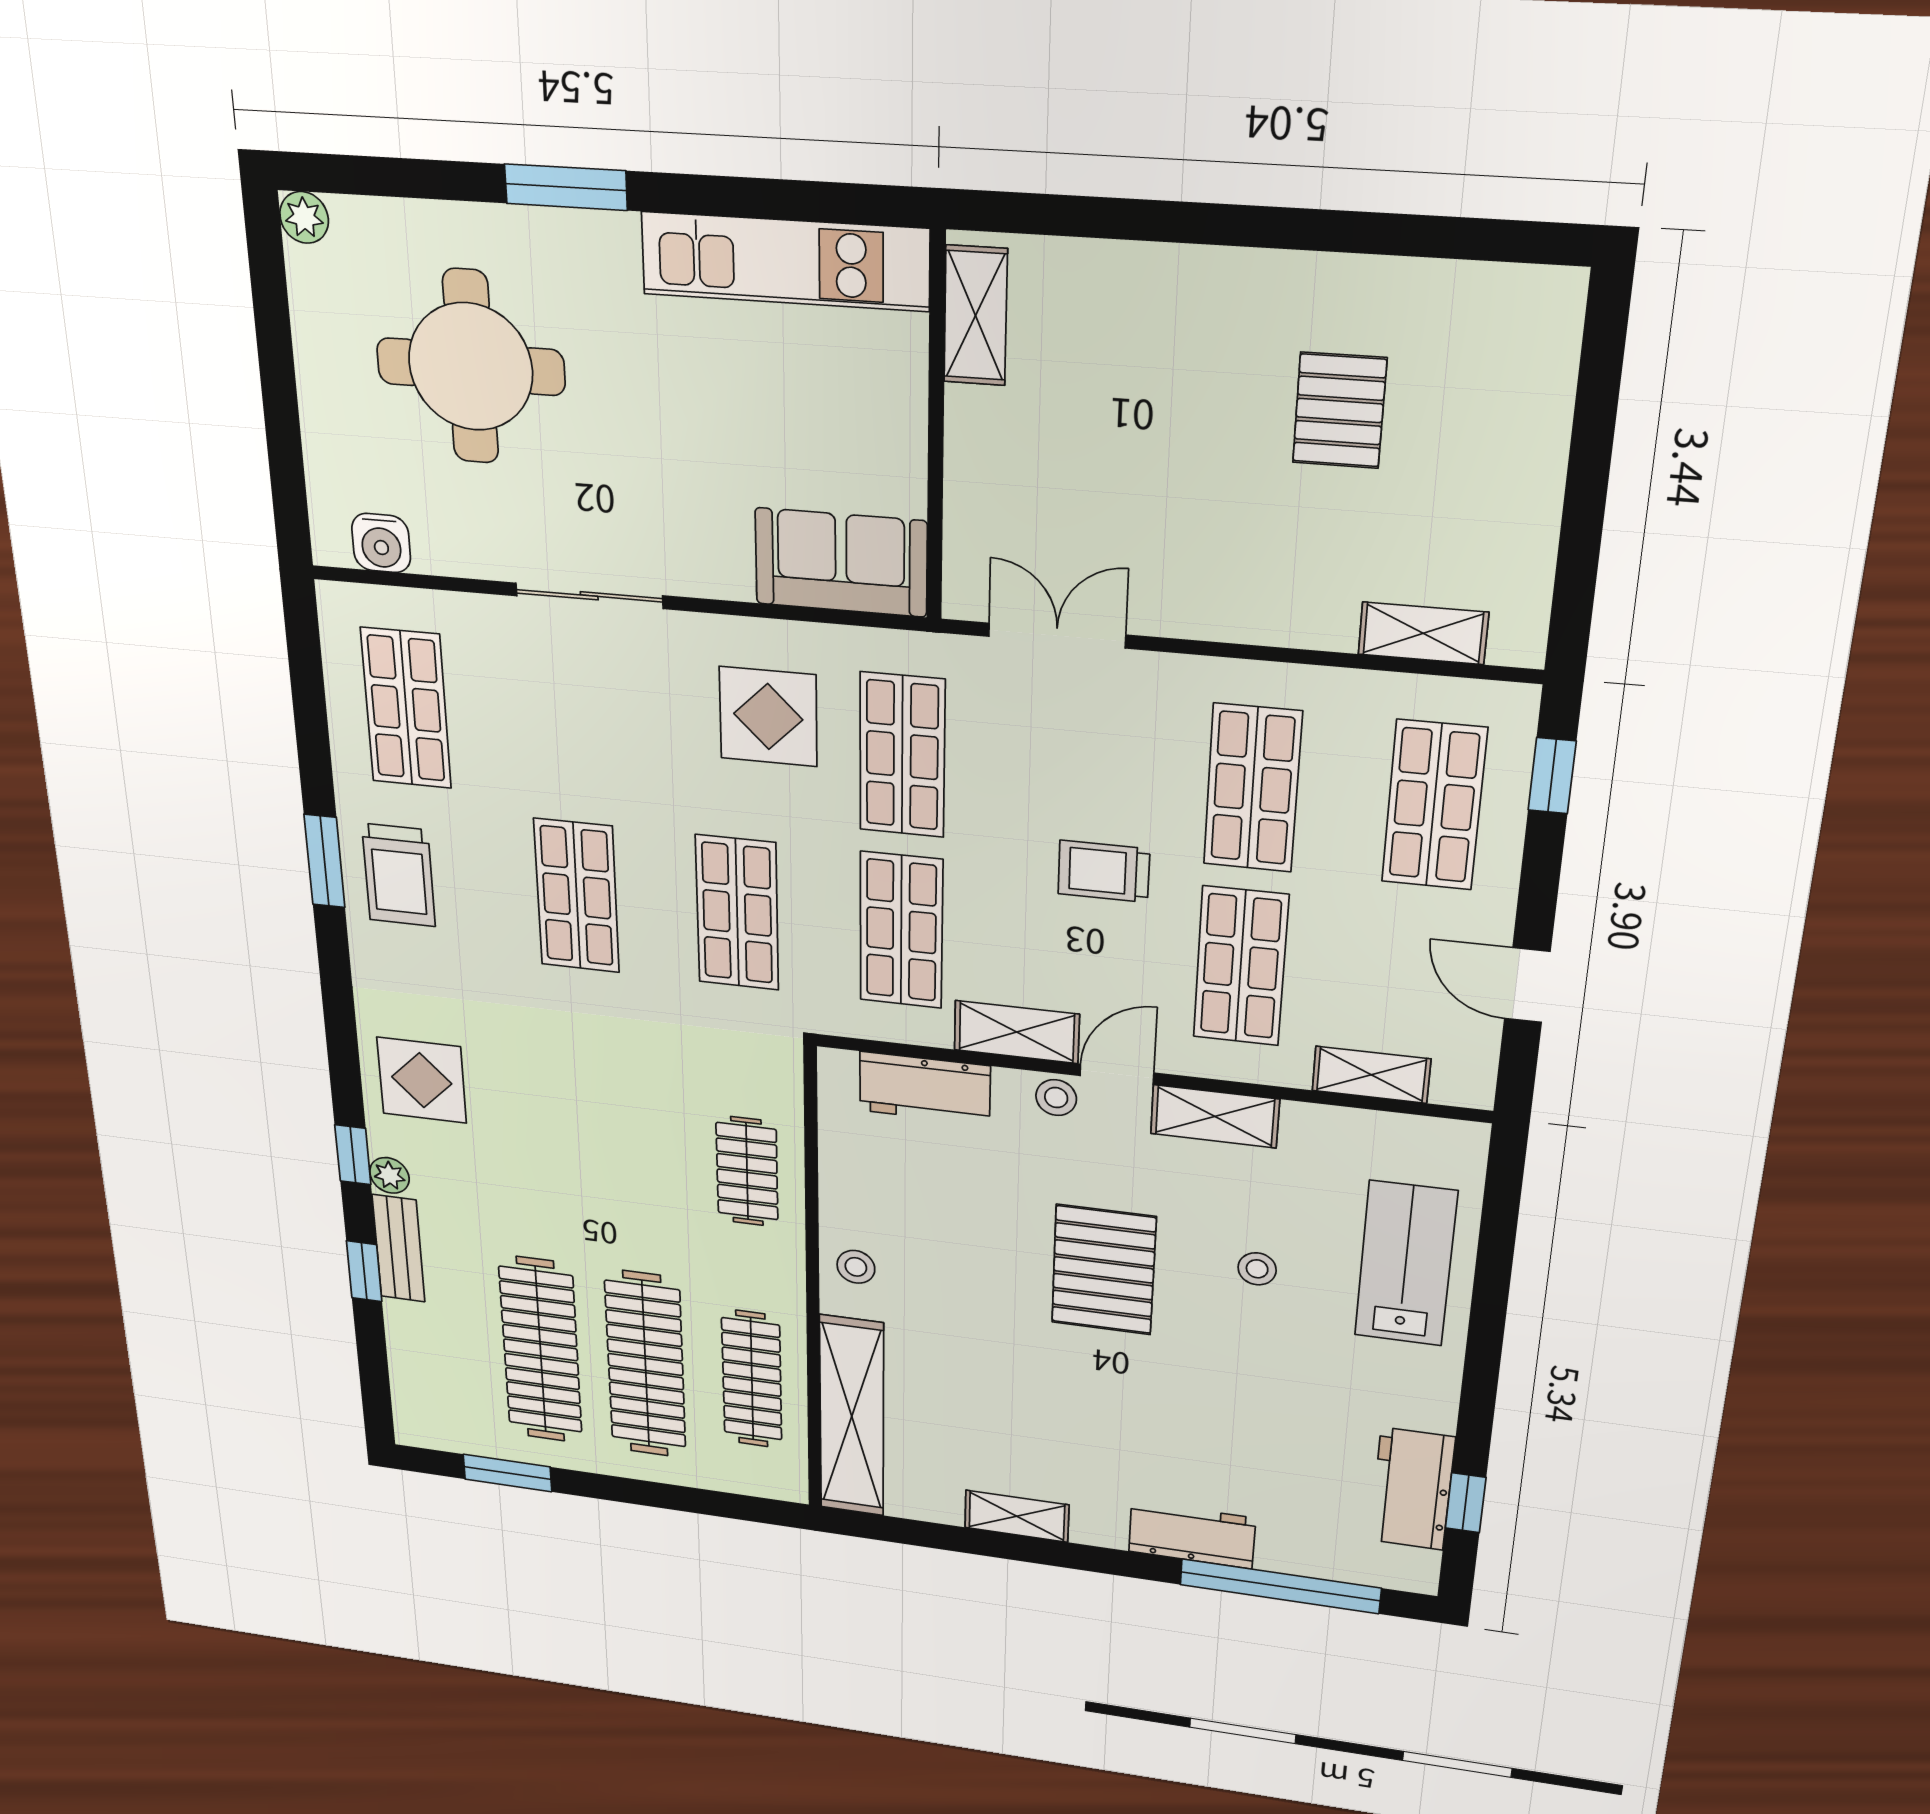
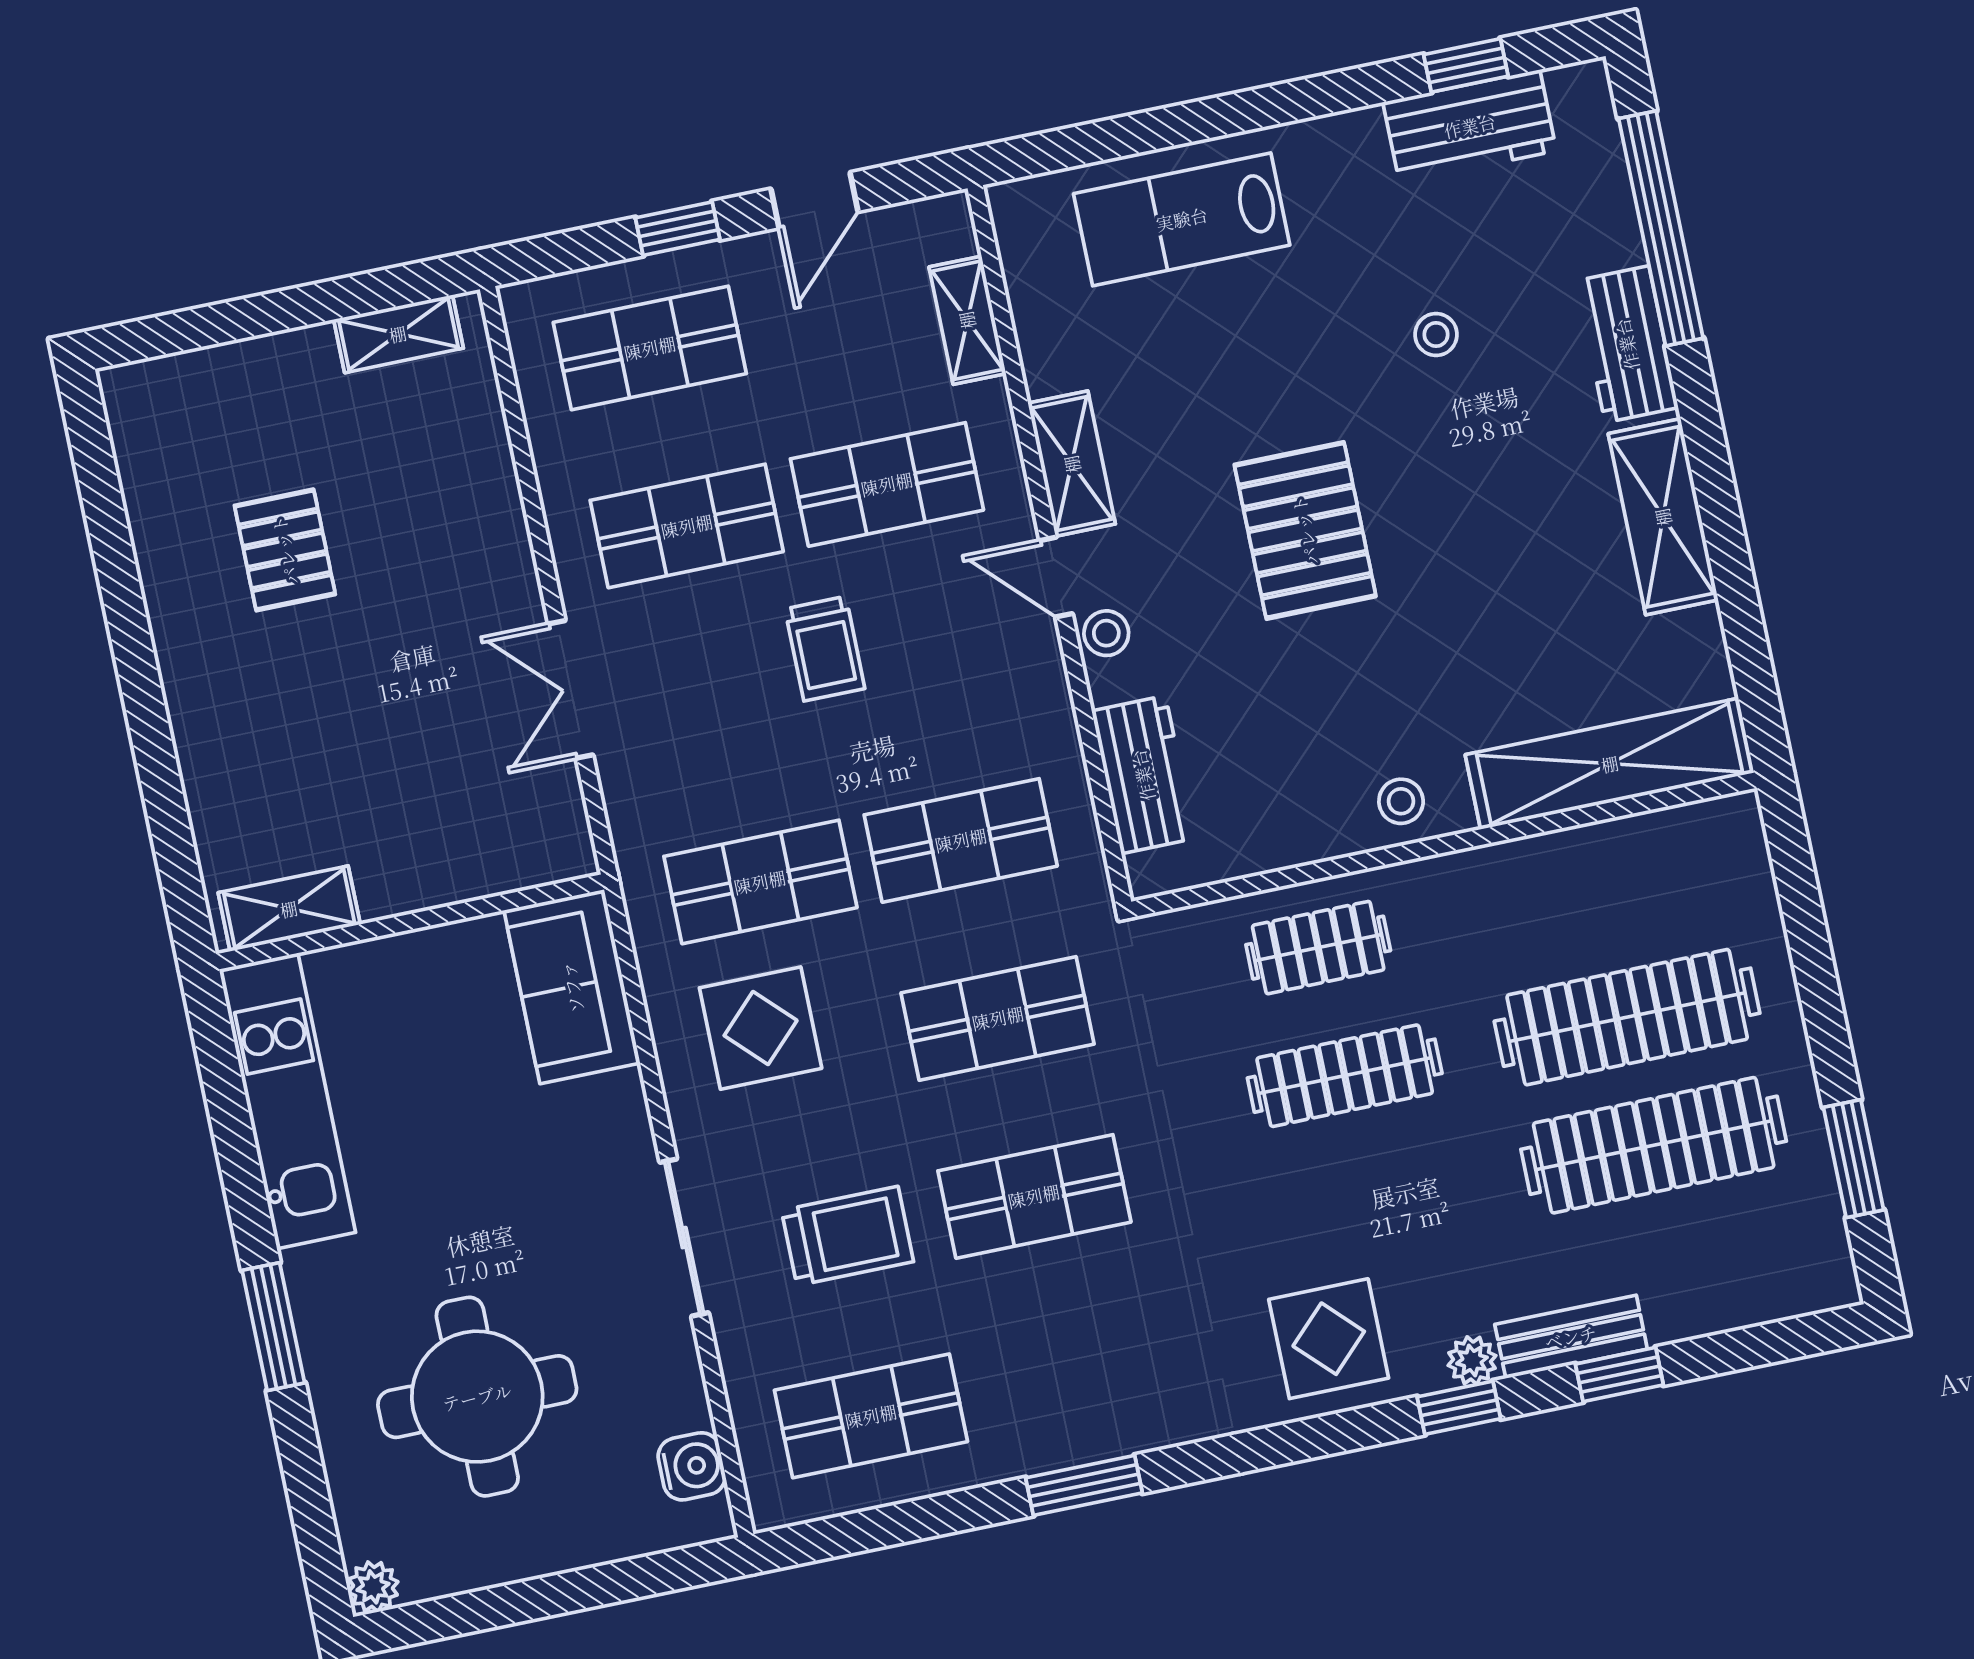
pallet: (1340, 410) -> (285, 550), turned 90
shelving: (1423, 633) -> (398, 334), moved, turned 90
double door: (1057, 636) -> (571, 689), moved
window: (1552, 776) -> (678, 229), moved
trolley: (399, 875) -> (847, 1236), moved
shelving: (1017, 1032) -> (1041, 693), removed
stool: (1257, 1269) -> (1436, 334), moved
pallet: (1104, 1270) -> (1305, 530), turned 90
clothes rail: (752, 1379) -> (1345, 1076), moved
shelving: (1017, 1516) -> (1663, 517), width x1.50, depth x1.33

